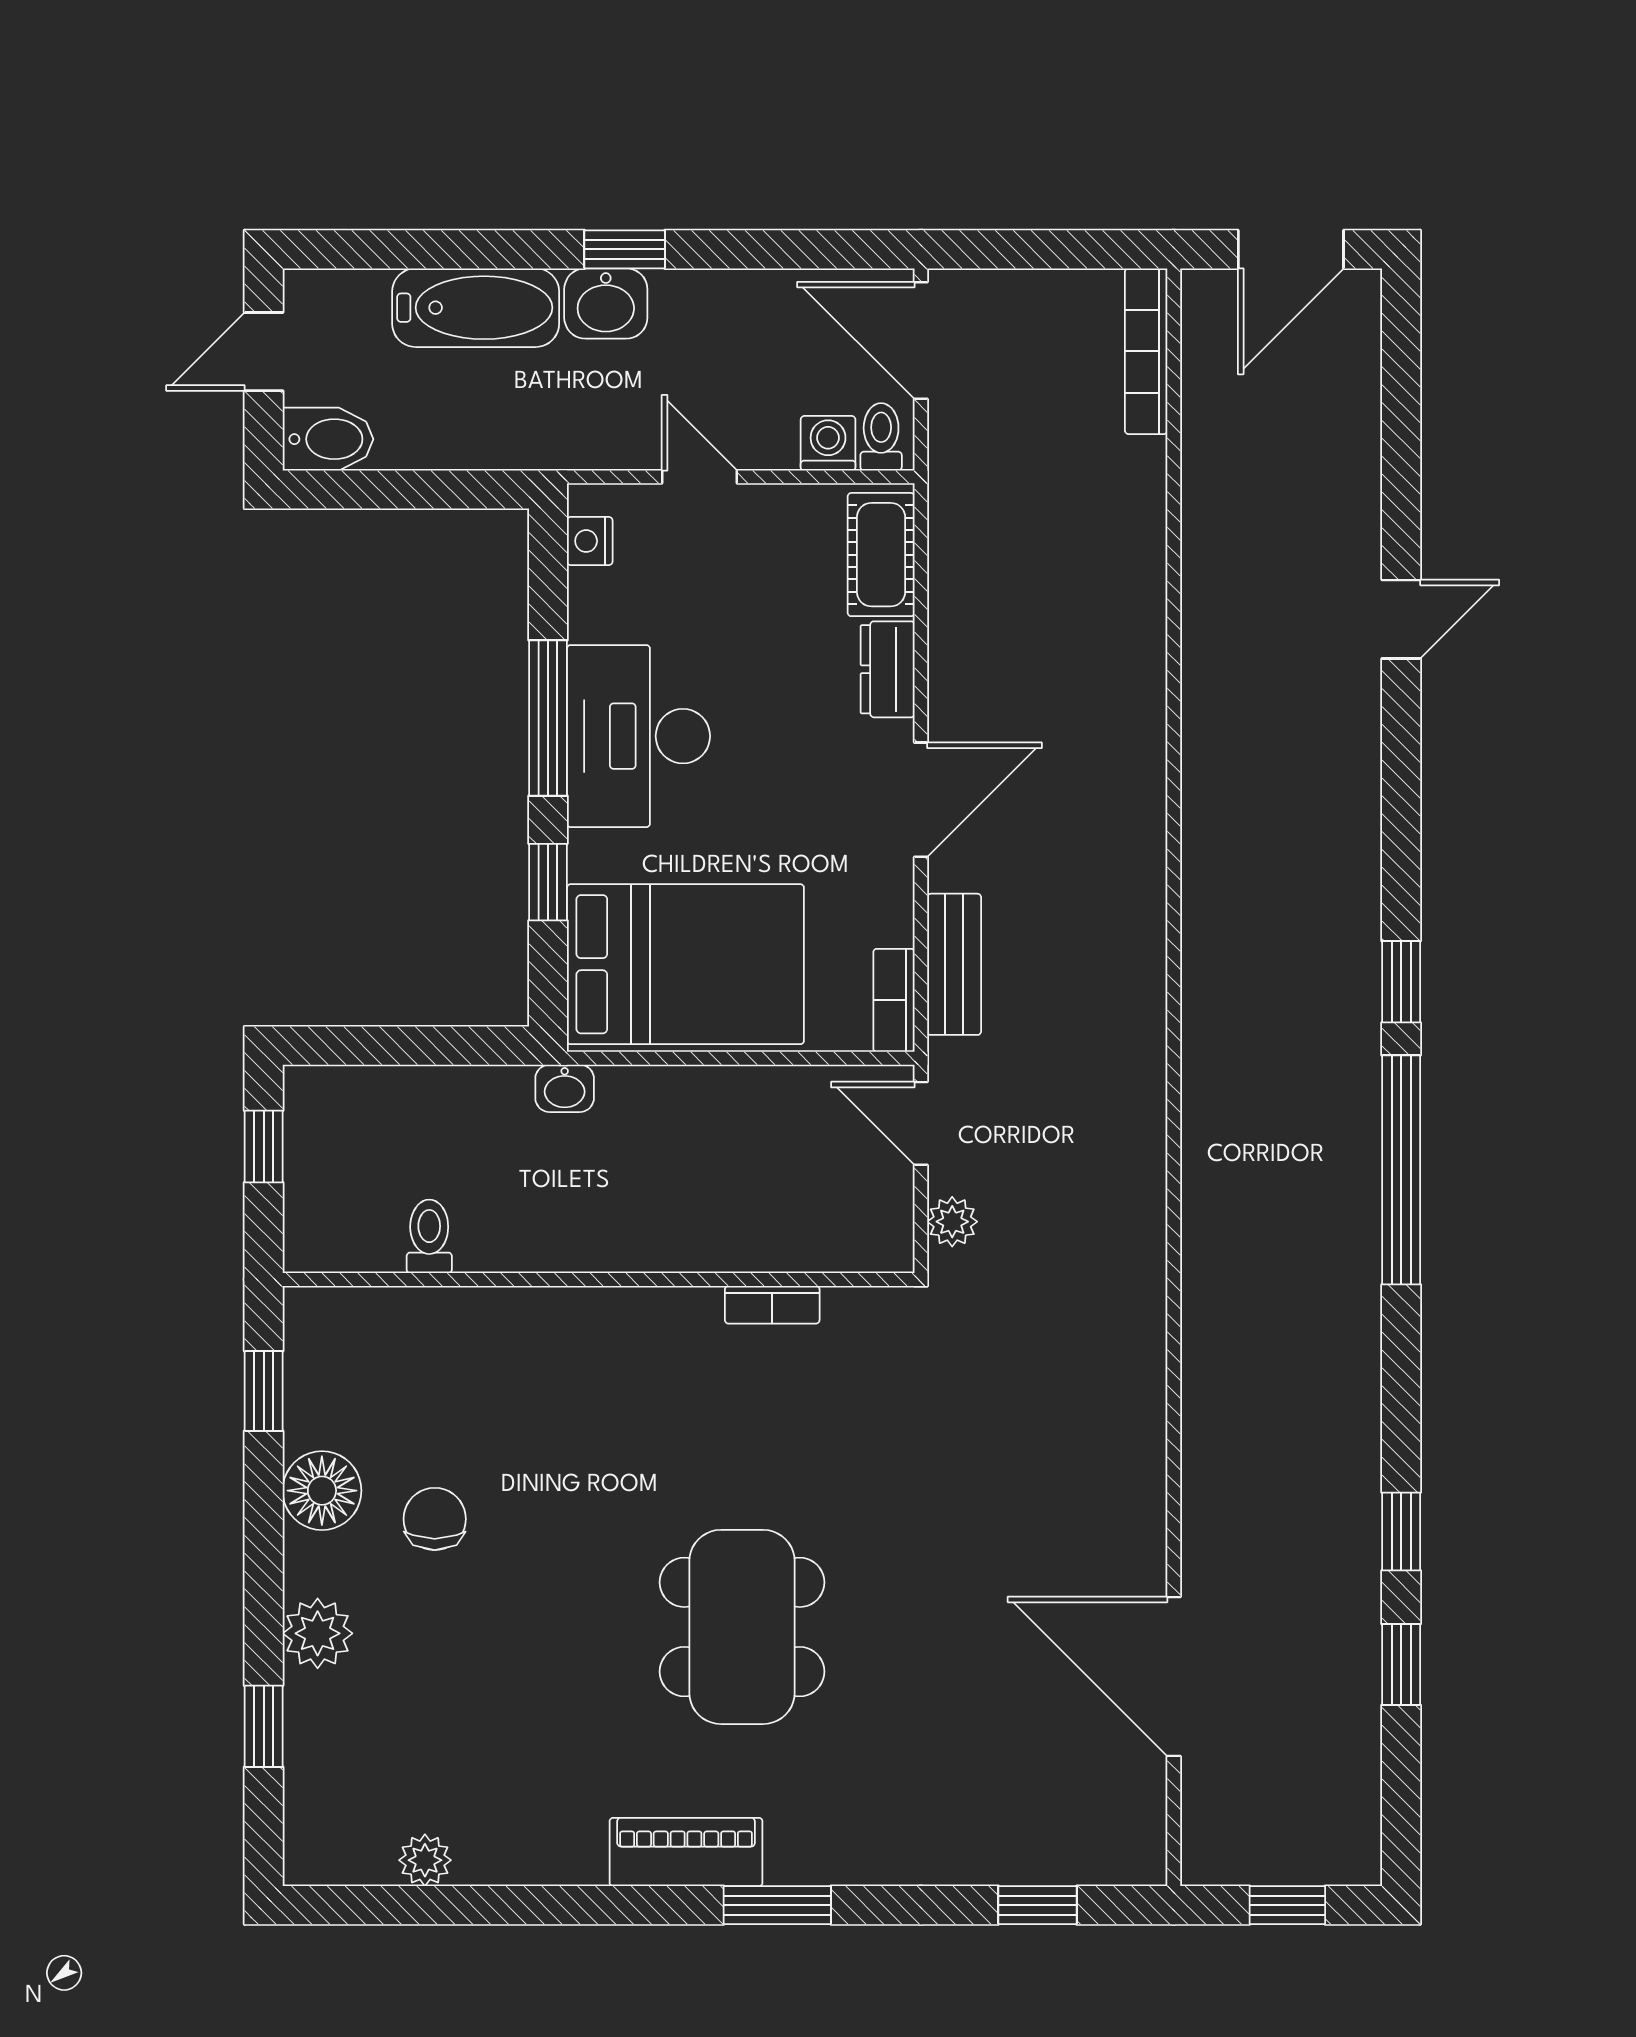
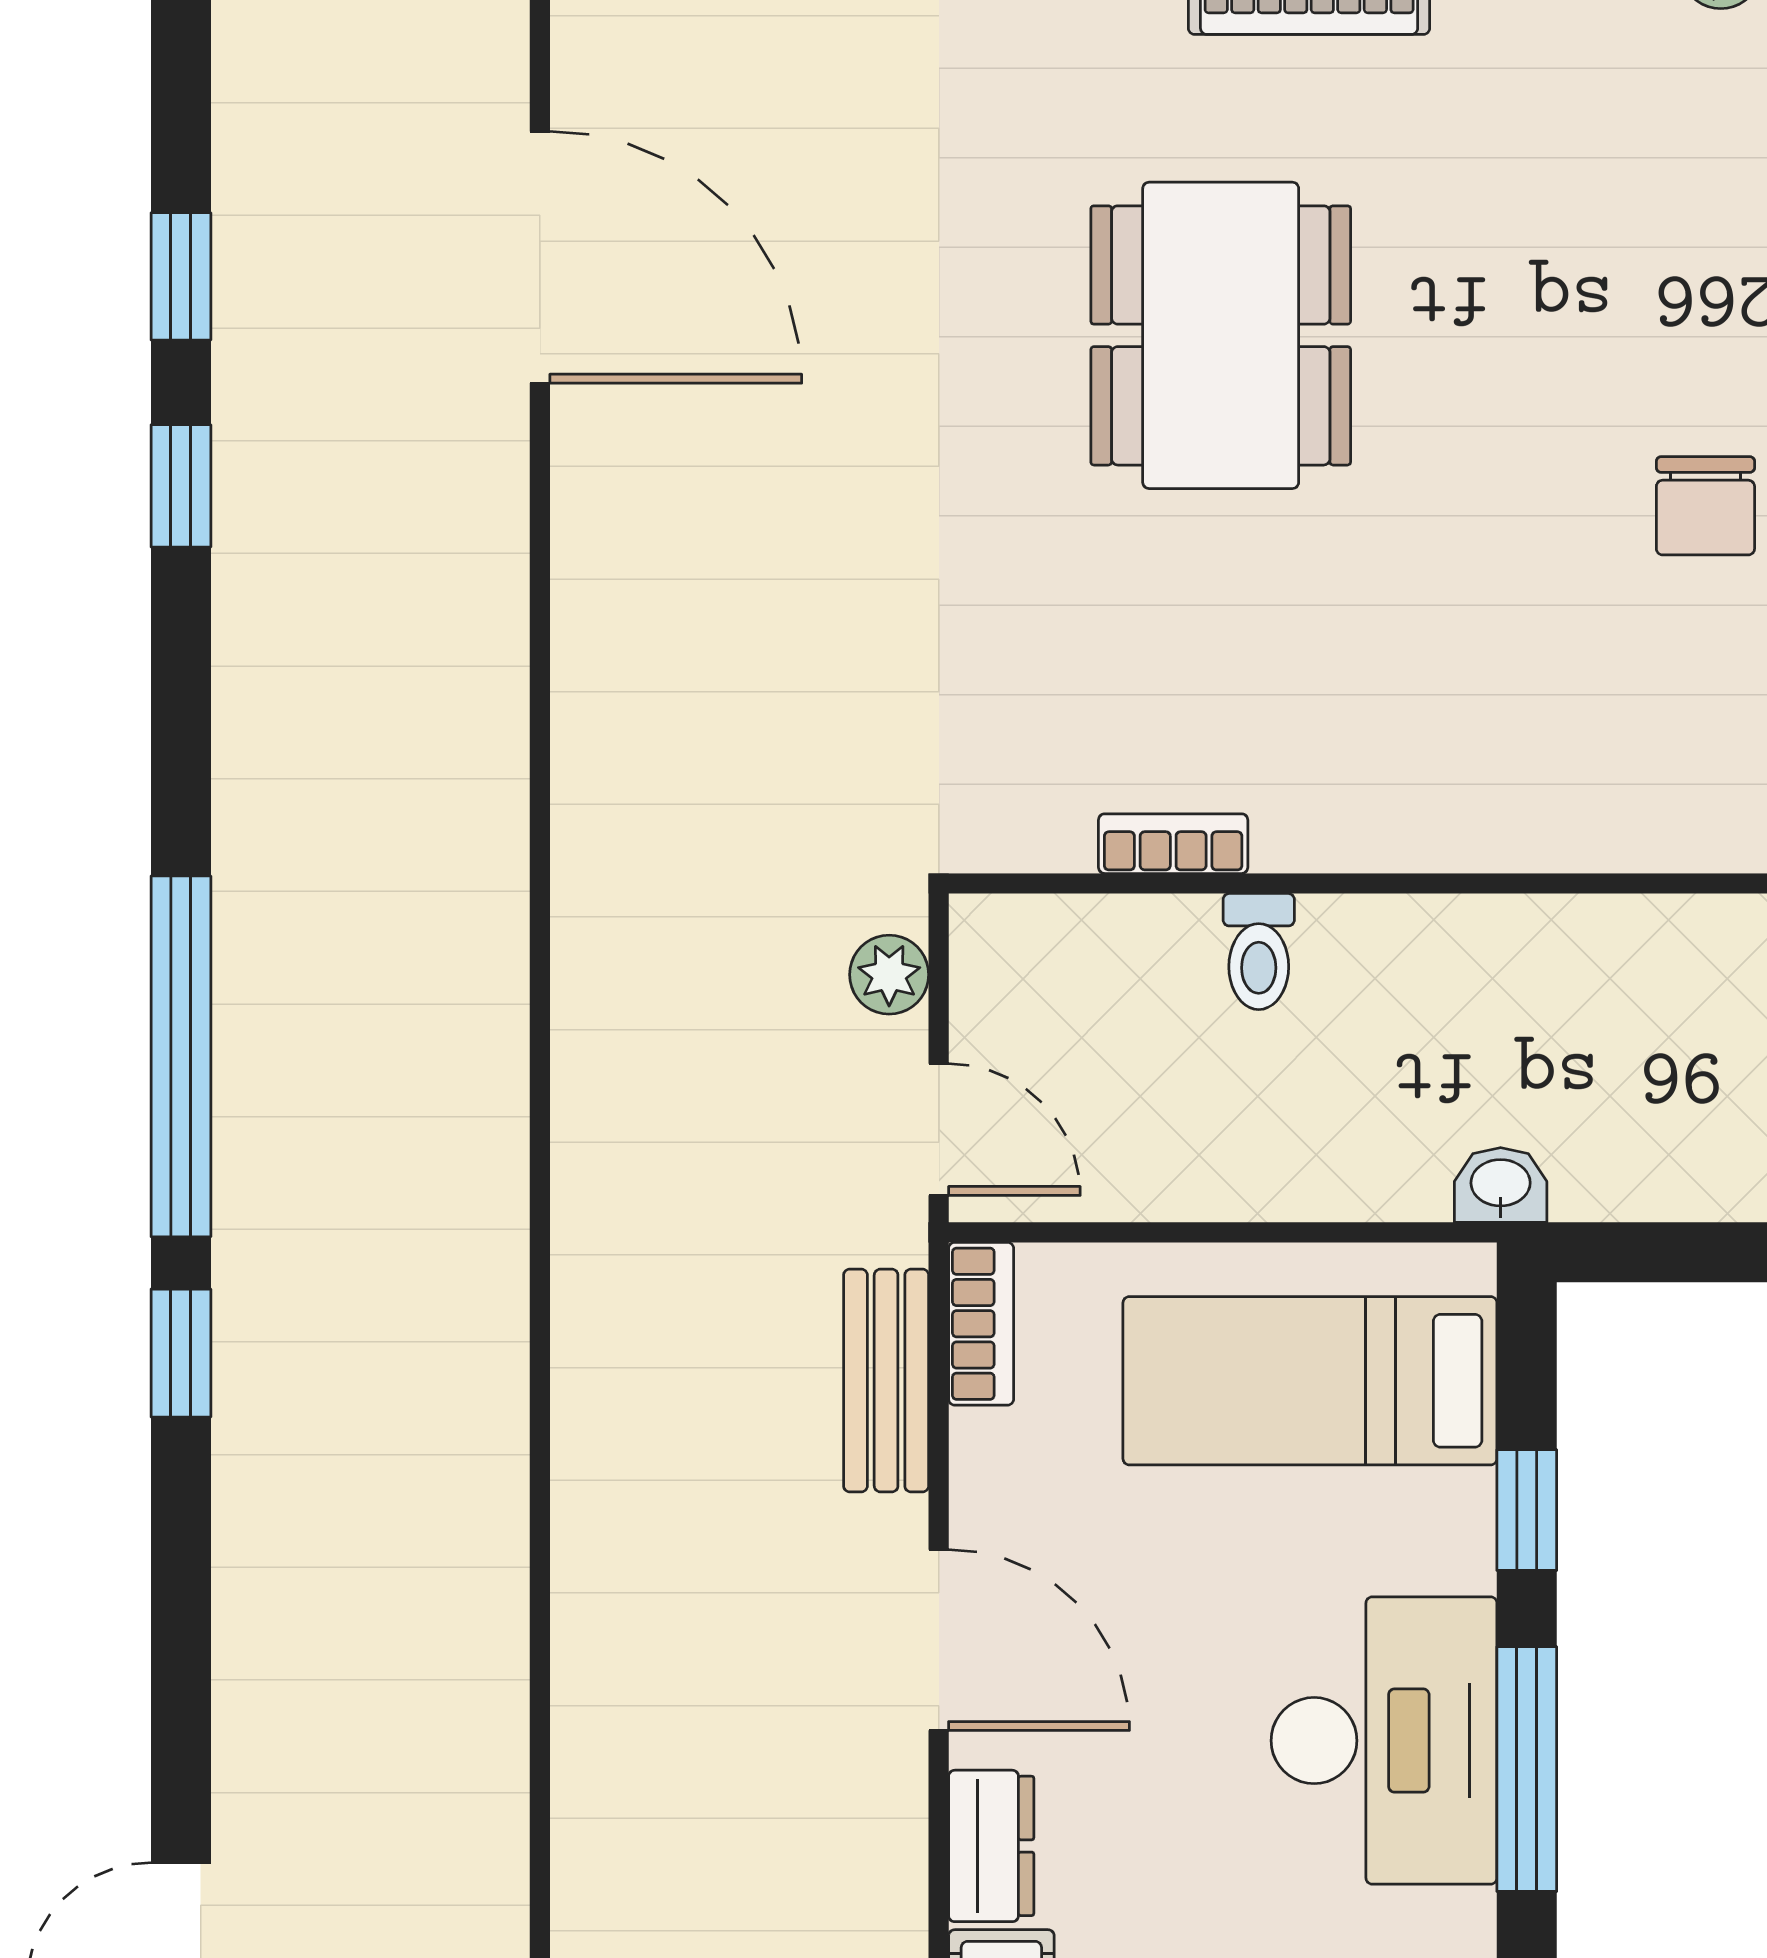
door: (921, 800) -> (939, 1640), swing flipped
bed: (685, 964) -> (1310, 1381), width x0.67
toilet: (429, 1236) -> (1259, 952), moved

